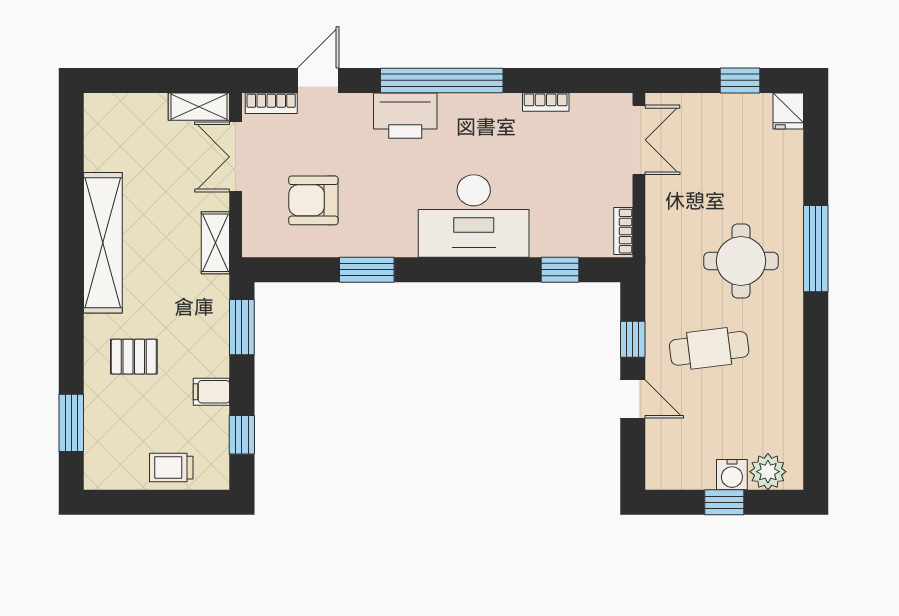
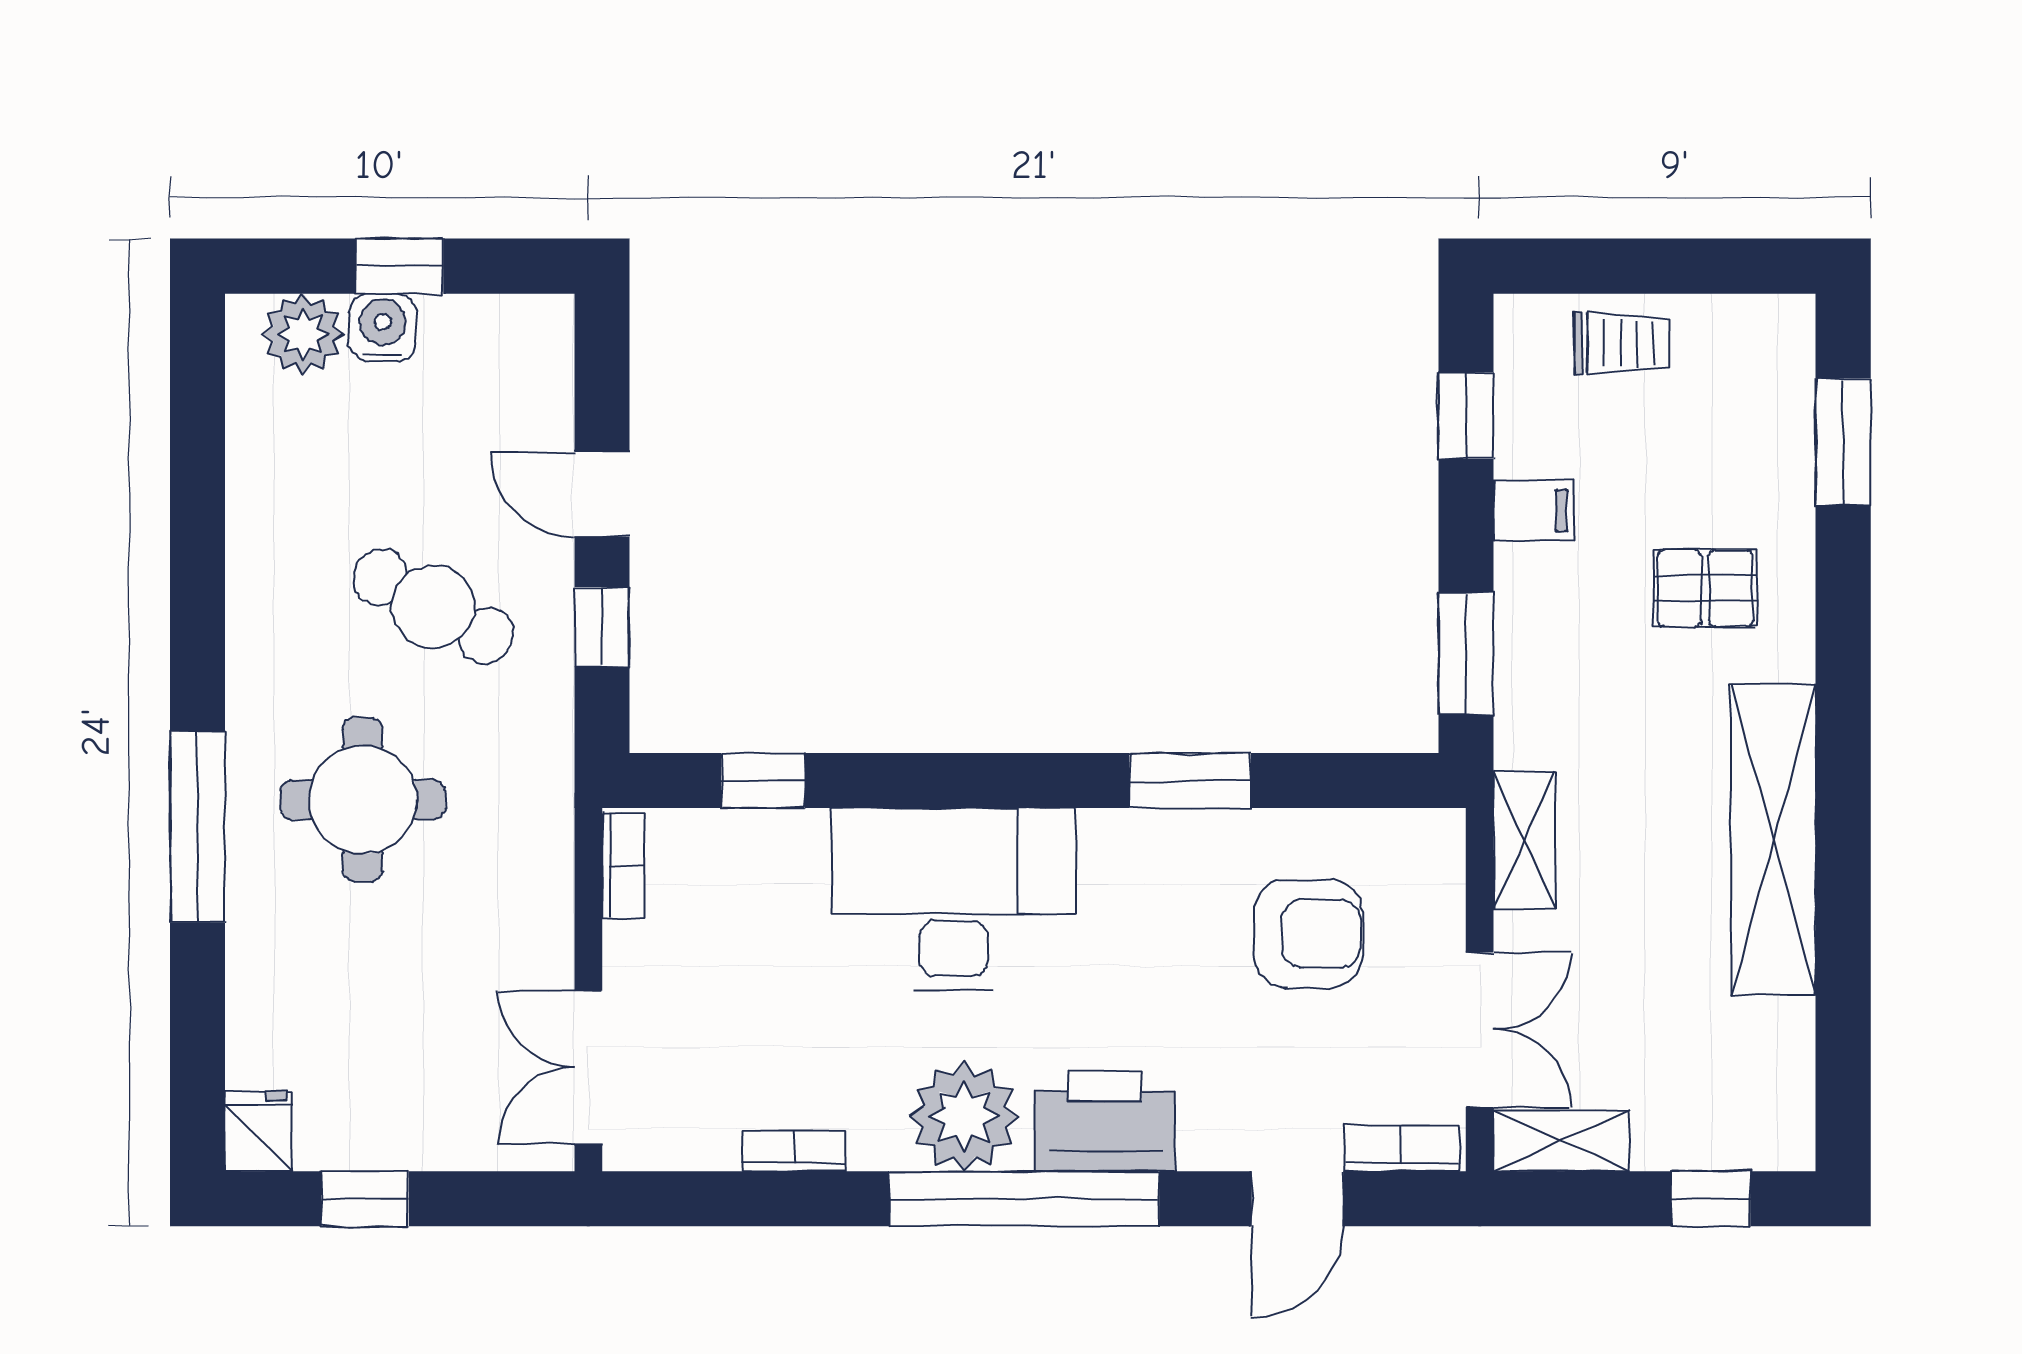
window: (131, 80) -> (1711, 1199), added
plant: (469, 118) -> (964, 1116), added
cafe table: (709, 348) -> (433, 606), turned 36

